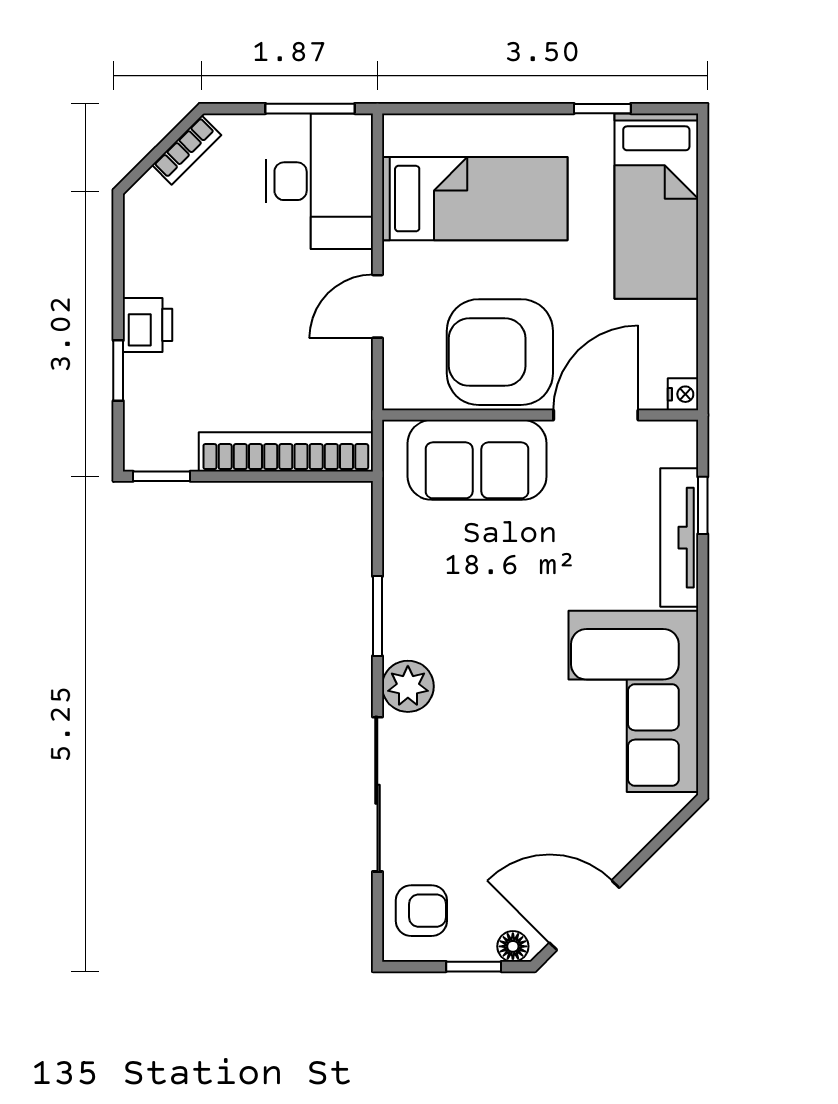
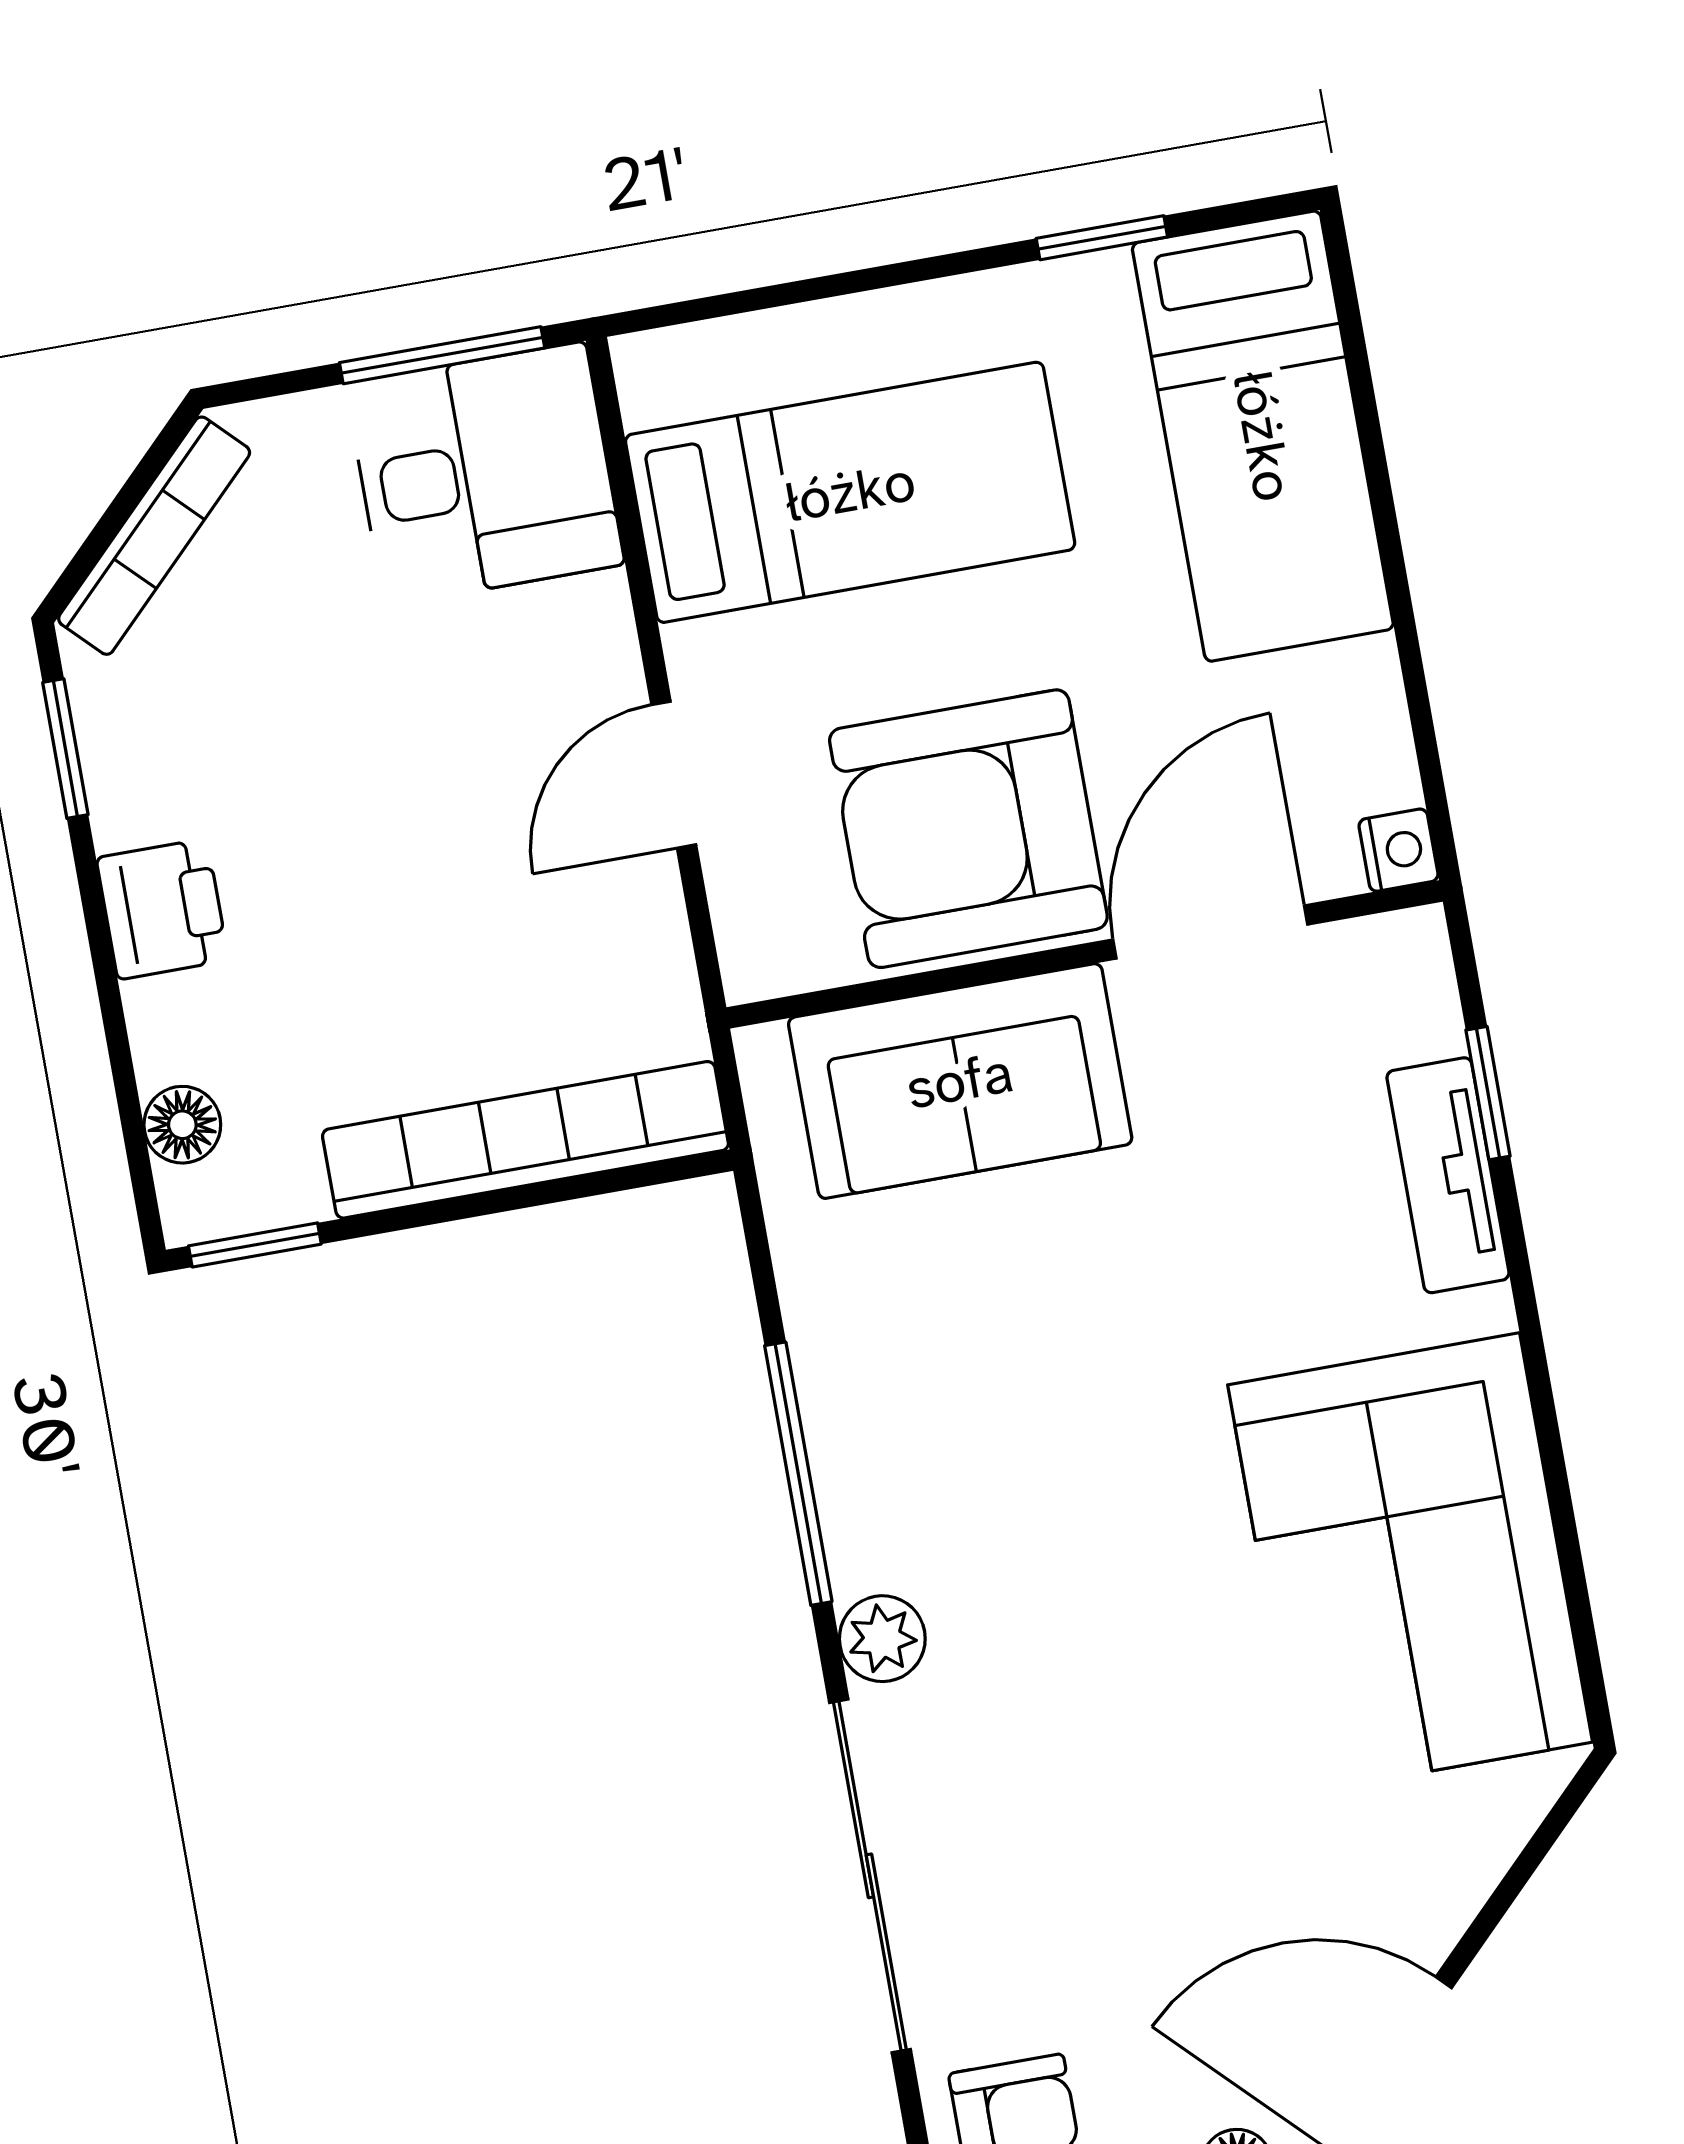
bookcase: (187, 150) -> (154, 536), width x1.56
desk: (319, 181) -> (485, 474), width x0.73
window: (118, 371) -> (65, 749), moved
floor lamp: (140, 419) -> (182, 1125), added
tv unit: (679, 538) -> (1448, 1175), width x0.71
window: (377, 616) -> (798, 1474), width x1.44
plant: (408, 686) -> (882, 1639), width x0.73, depth x0.73

